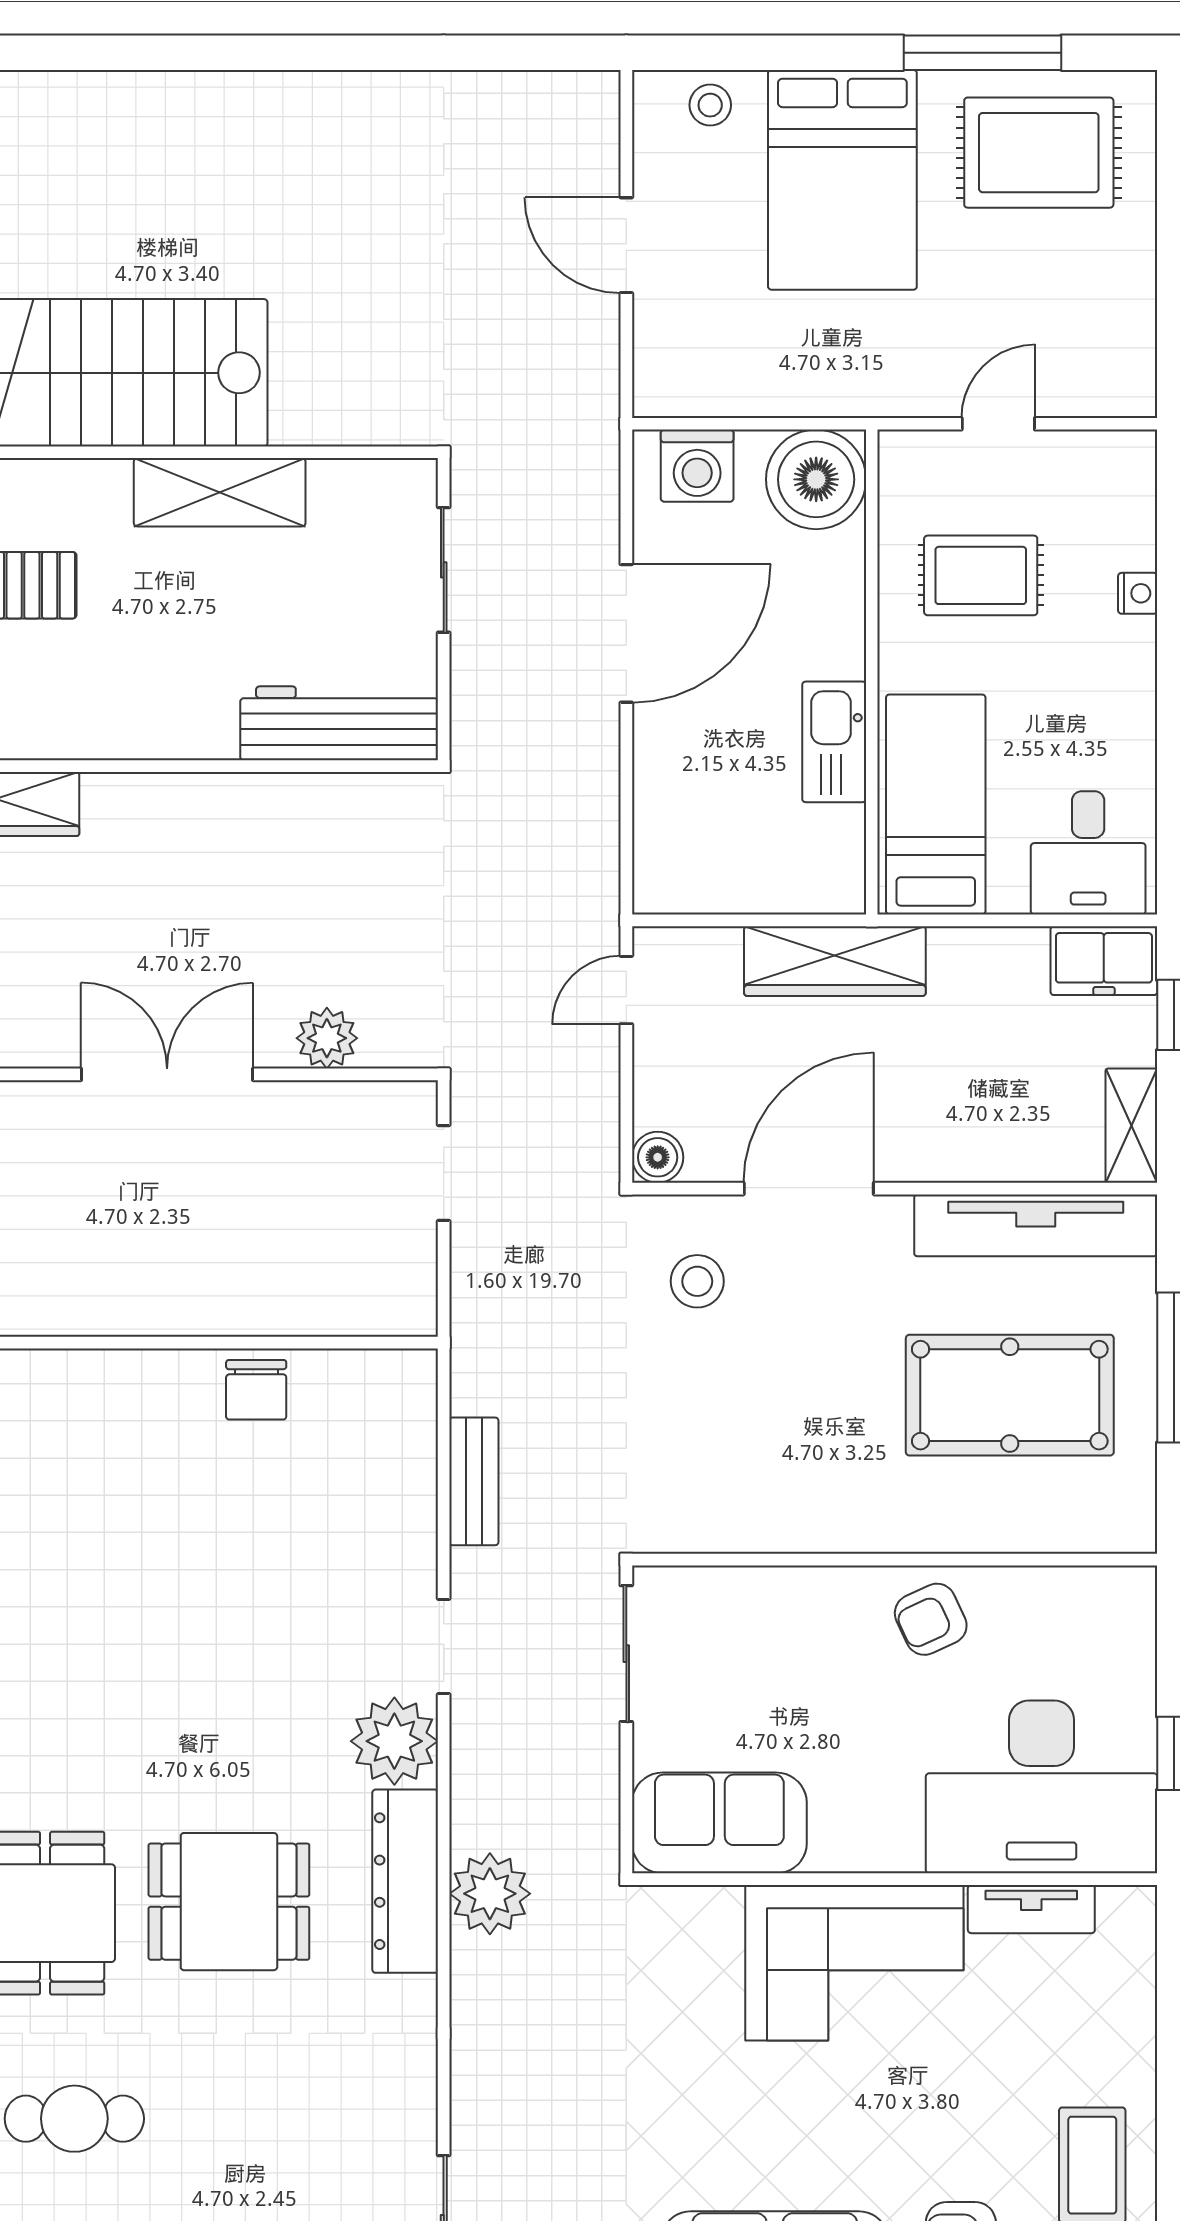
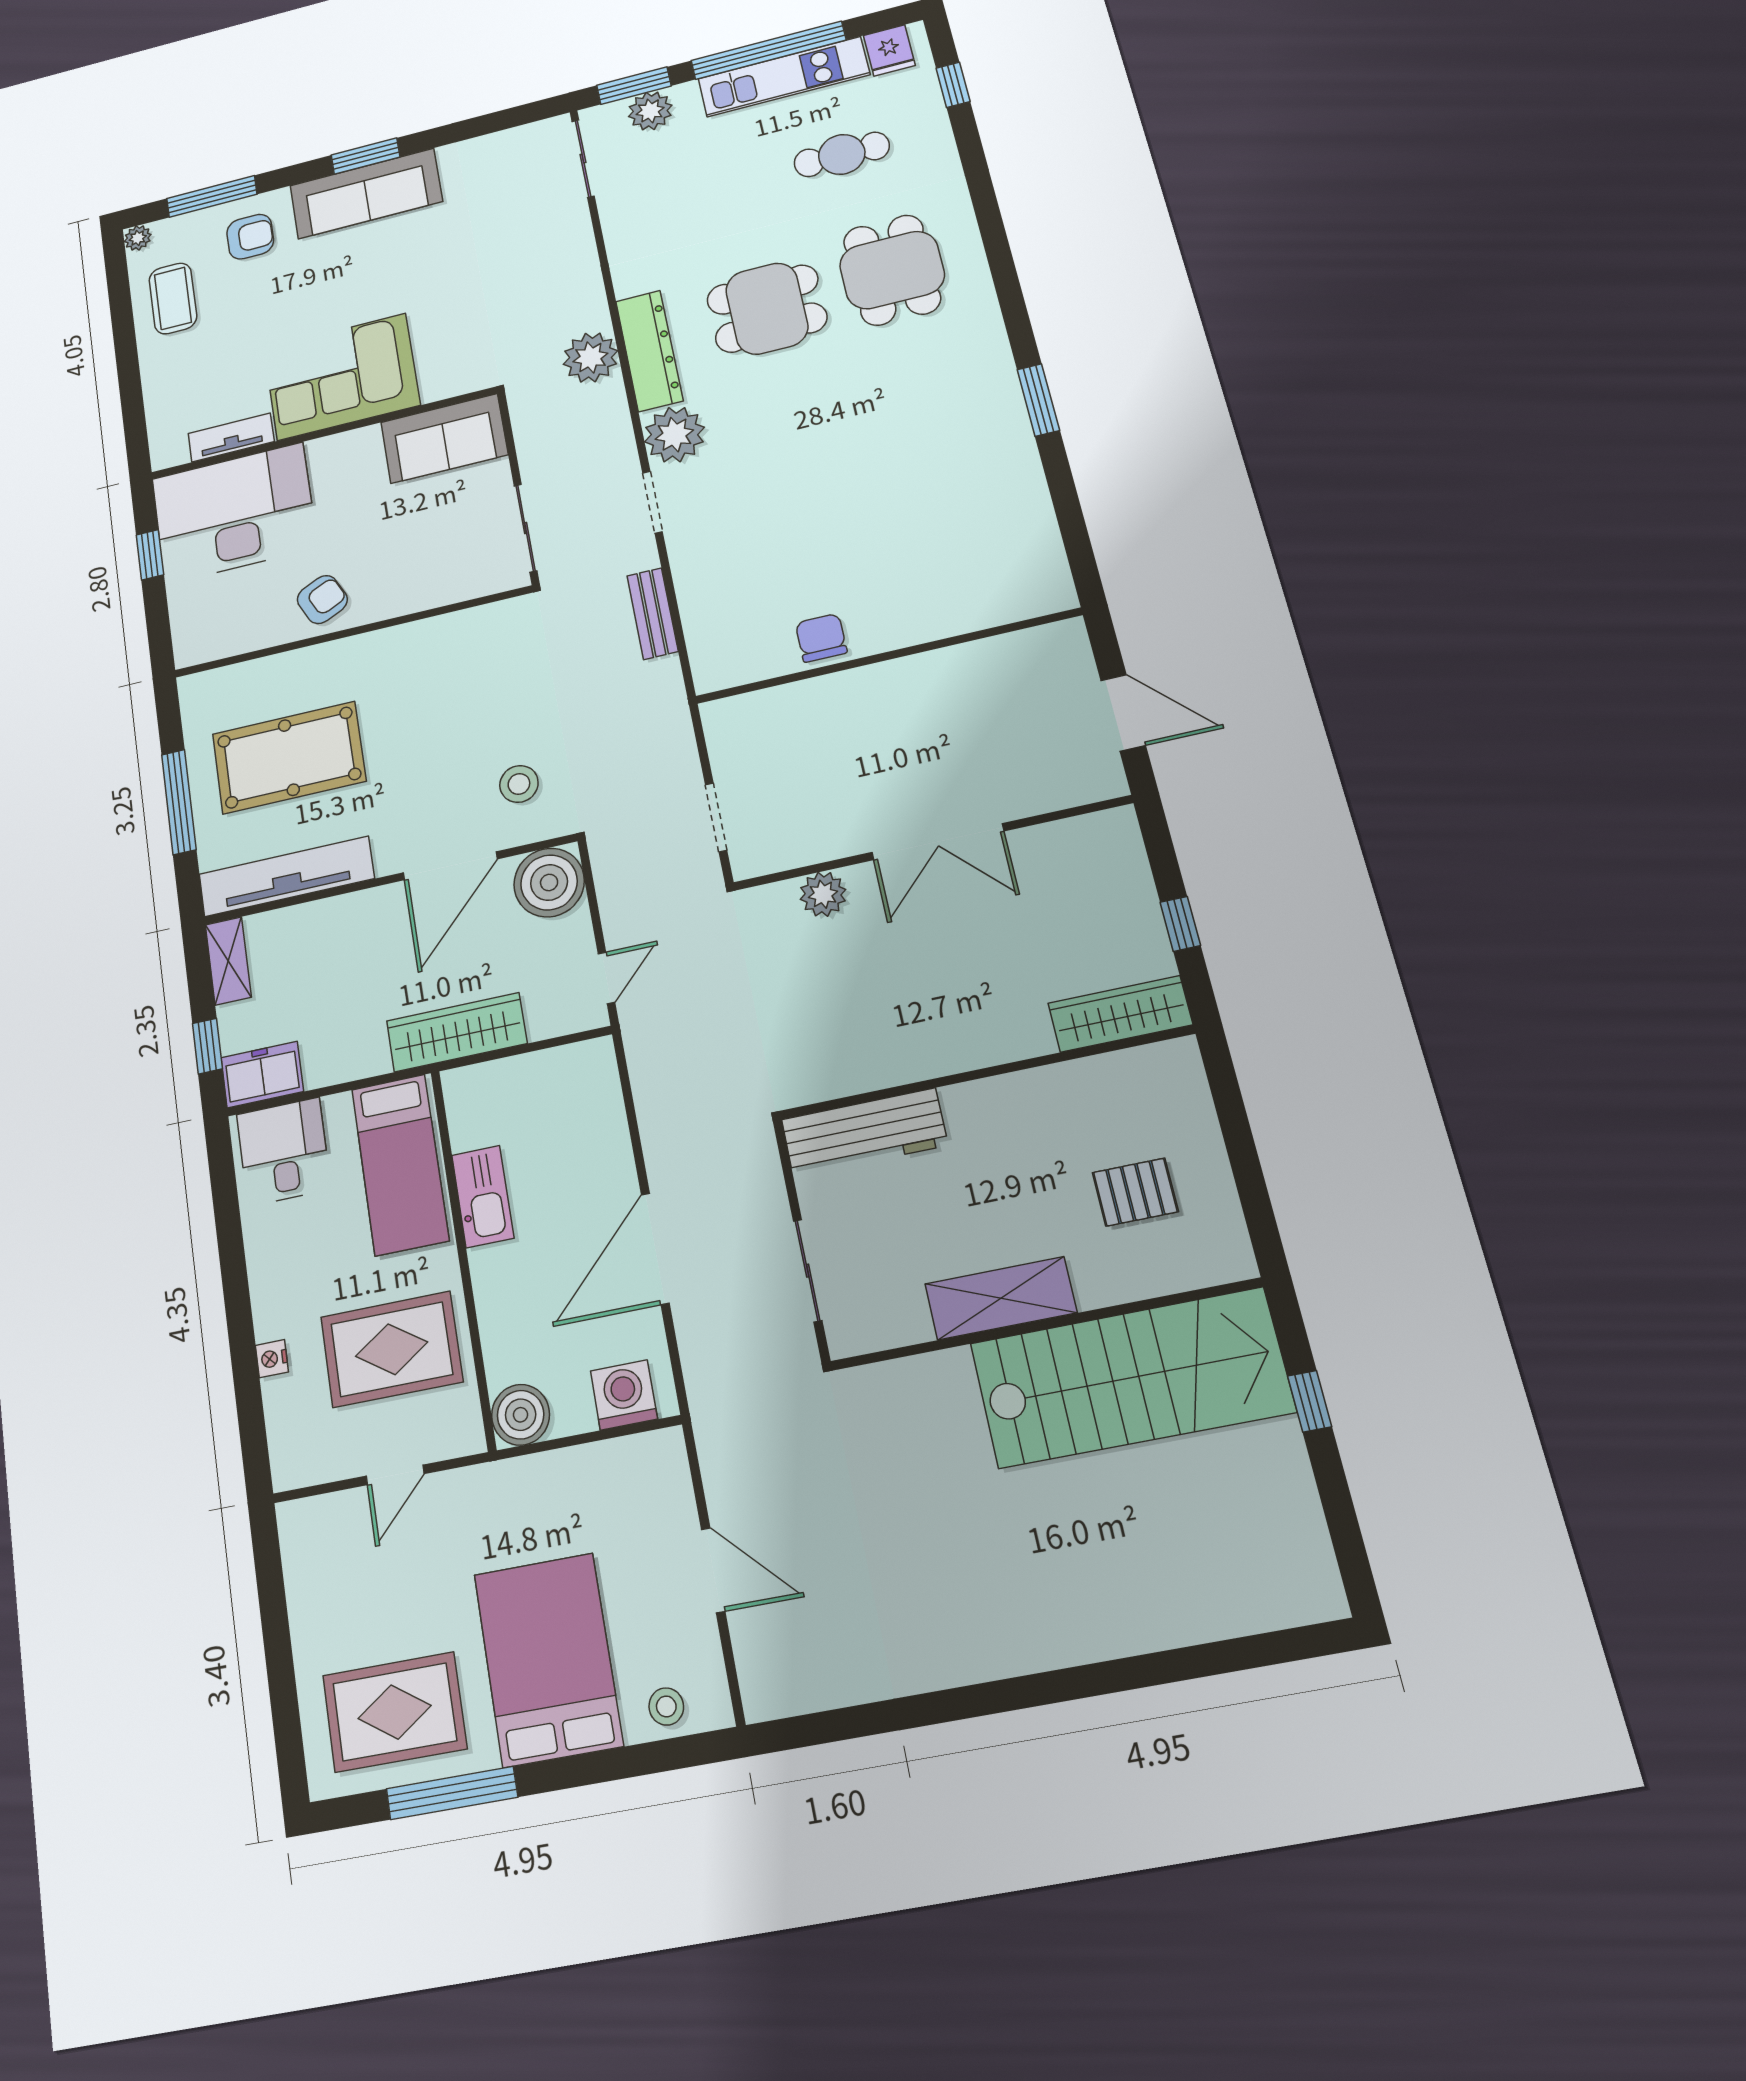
boiler: (816, 479) -> (521, 1415), width x0.73, depth x0.73
rug: (981, 575) -> (392, 1349), width x1.36, depth x1.43
boiler: (658, 1157) -> (549, 882), width x1.86, depth x1.86

